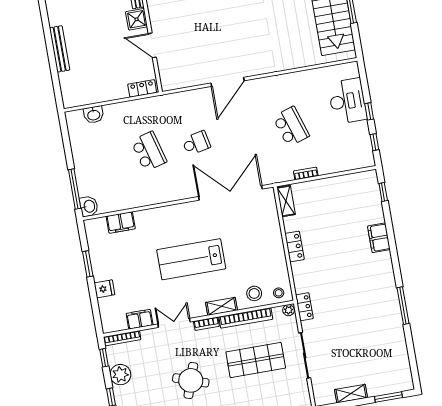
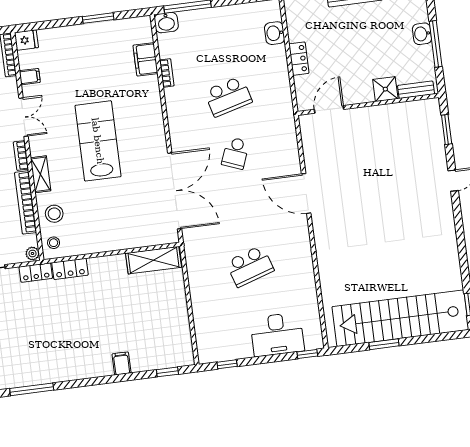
door: (152, 45) -> (329, 109), moved
locker: (142, 88) -> (299, 59), moved
window: (369, 111) -> (307, 354), moved
school desk: (196, 143) -> (235, 153), turned 33
bookcase: (306, 173) -> (167, 73), moved
shelving: (286, 201) -> (153, 260), width x1.50, depth x1.33
filing cabinet: (379, 238) -> (121, 363), width x0.50
locker: (295, 246) -> (70, 269), moved
fridge: (104, 289) -> (26, 40), moved, turned -90
filing cabinet: (140, 319) -> (30, 77), width x0.50

